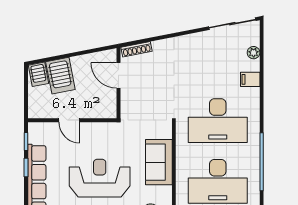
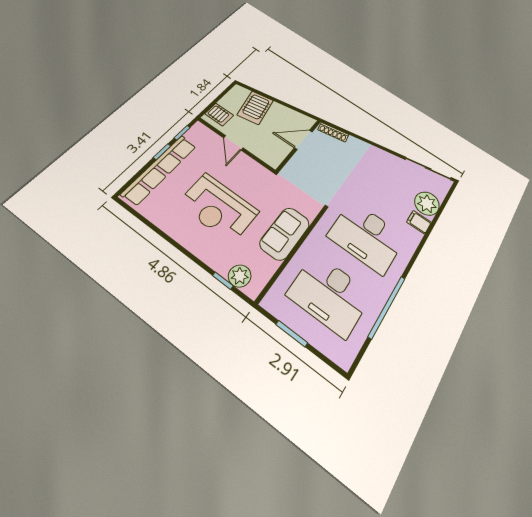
plant: (254, 53) -> (427, 204), width x1.88, depth x1.88
server rack: (38, 74) -> (219, 115), moved, turned -79
door: (118, 75) -> (303, 140), hinge flipped
reception desk: (100, 178) -> (218, 208), turned 180

